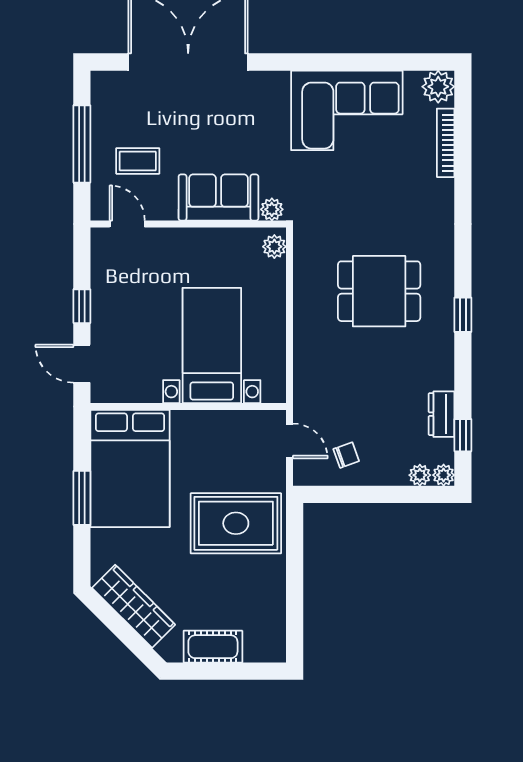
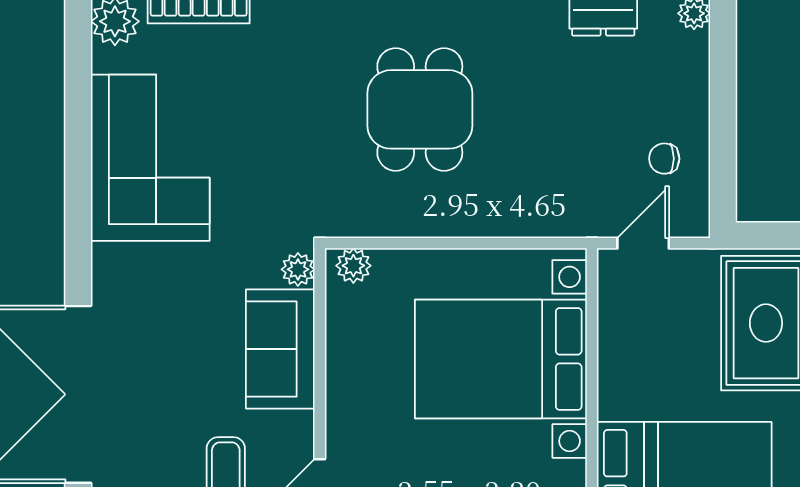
bed with nightstands: (212, 345) -> (501, 359), width x1.36
chair: (346, 455) -> (664, 159), turned -70
plant: (420, 475) -> (694, 49), removed

